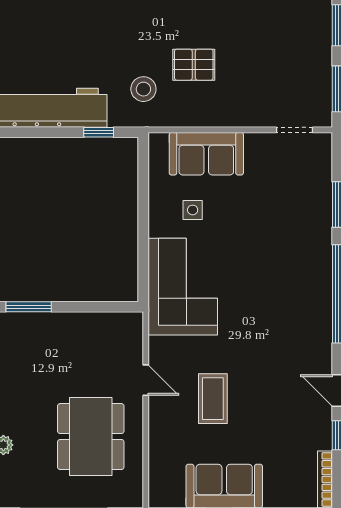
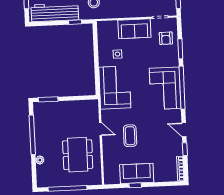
sofa: (206, 154) -> (134, 29), moved
armchair: (305, 179) -> (166, 38), added
corner sofa: (298, 294) -> (165, 88), added

